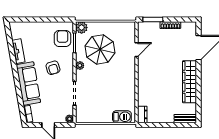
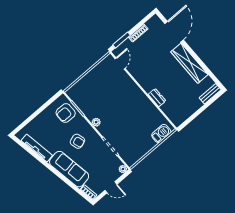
plant: (82, 28) -> (73, 92), removed
armchair: (62, 39) -> (66, 113), turned -90
parasol: (100, 49) -> (101, 97), removed
door: (136, 50) -> (120, 63), moved
tv unit: (18, 51) -> (37, 148), width x1.41
dresser: (142, 114) -> (157, 98), moved

